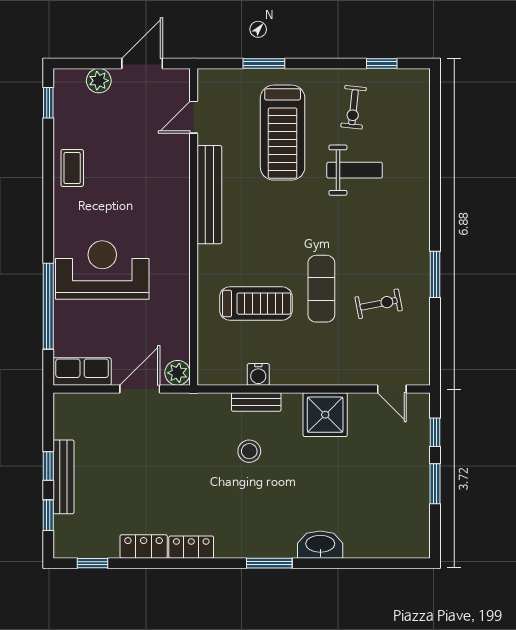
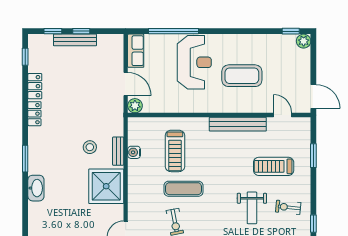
door: (142, 64) -> (313, 96), moved
plant: (99, 81) -> (304, 41), moved
treadmill: (283, 133) -> (274, 166), width x0.73, depth x0.73
coffee table: (72, 168) -> (242, 76), moved, width x1.86, depth x1.72
shower: (325, 415) -> (106, 186), width x1.37, depth x1.37

